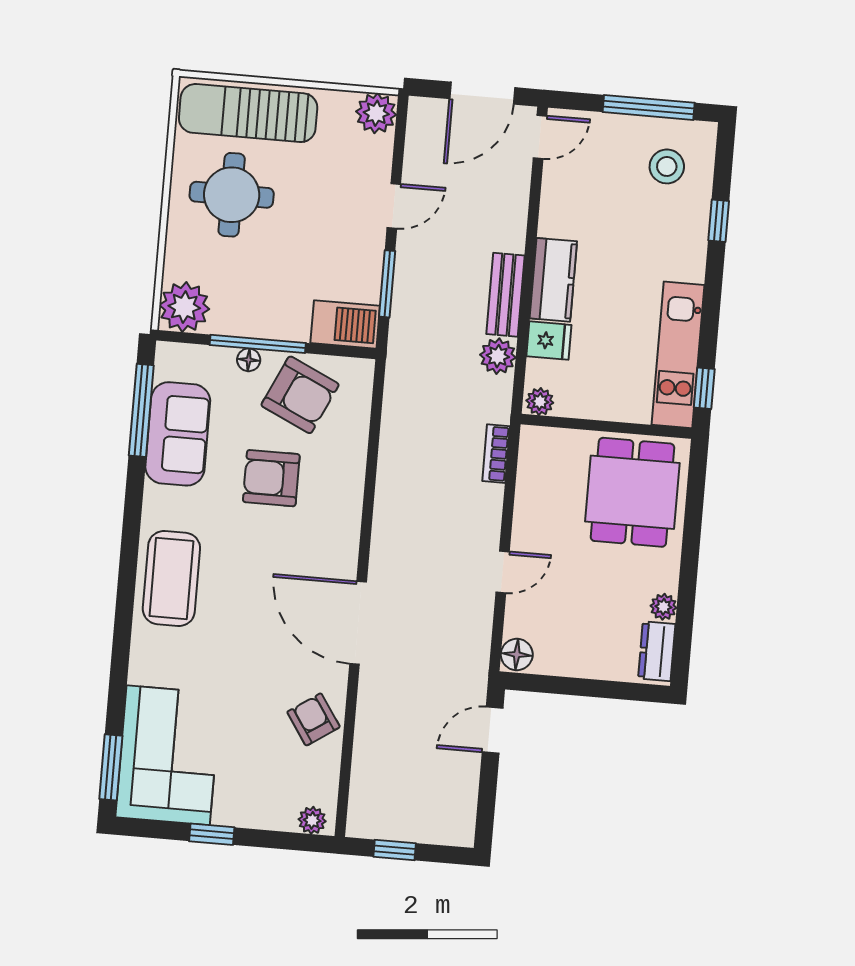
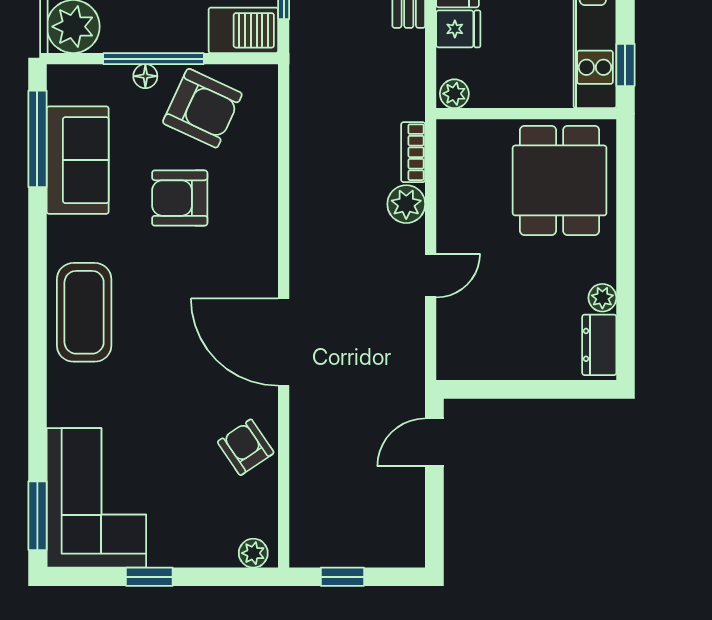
plant: (498, 356) -> (406, 204), moved
floor lamp: (517, 655) -> (453, 361), removed

